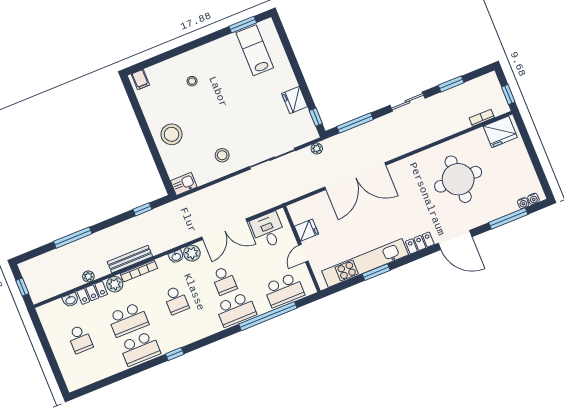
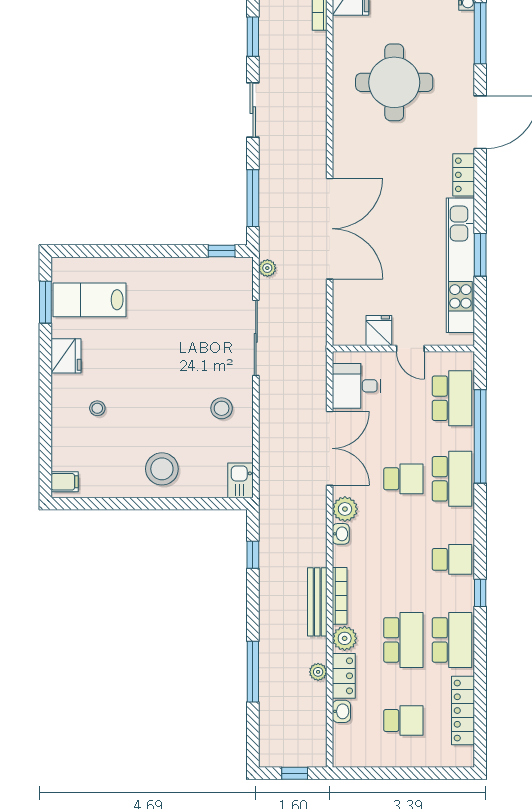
fridge: (295, 100) -> (66, 356), moved, turned -90
school desk: (176, 300) -> (452, 559), moved
locker: (100, 372) -> (463, 711), added

